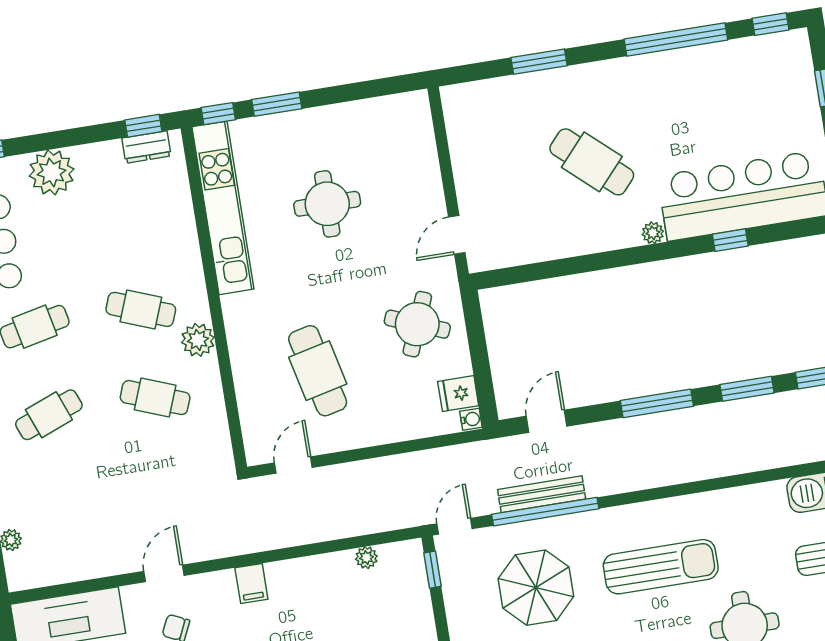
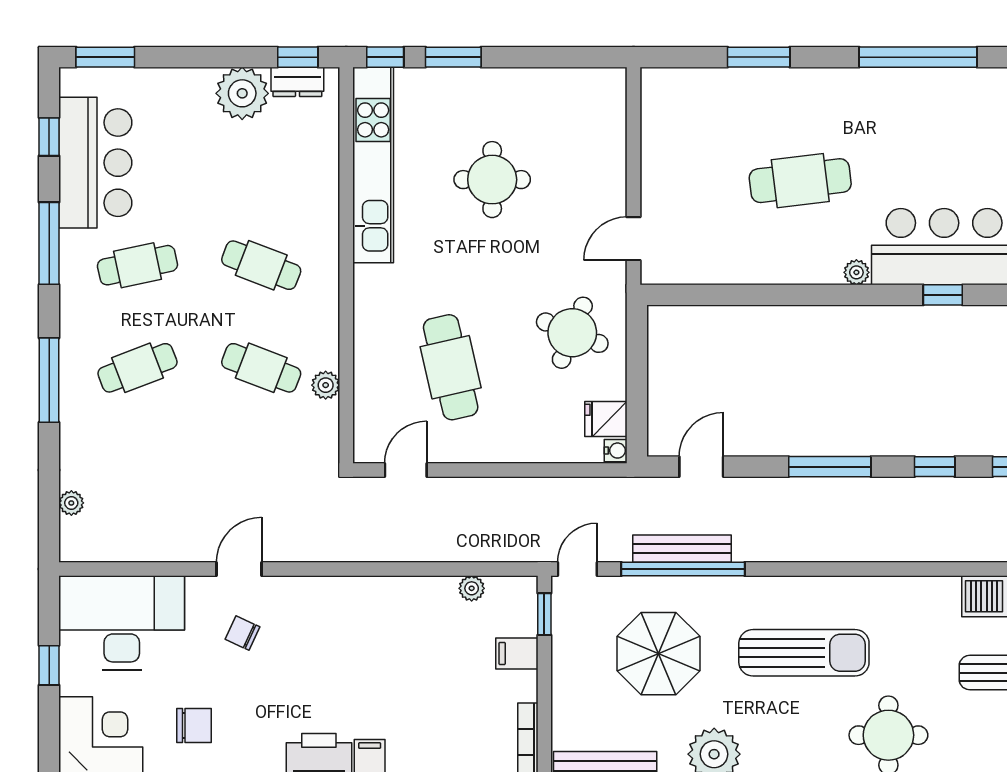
cafe table: (592, 162) -> (800, 181), turned -49
plant: (52, 172) -> (242, 93), moved
plant: (198, 340) -> (326, 385), moved, width x0.73, depth x0.73
window: (747, 389) -> (935, 467), width x0.67
filing cabinet: (251, 583) -> (517, 653), moved, turned 90

